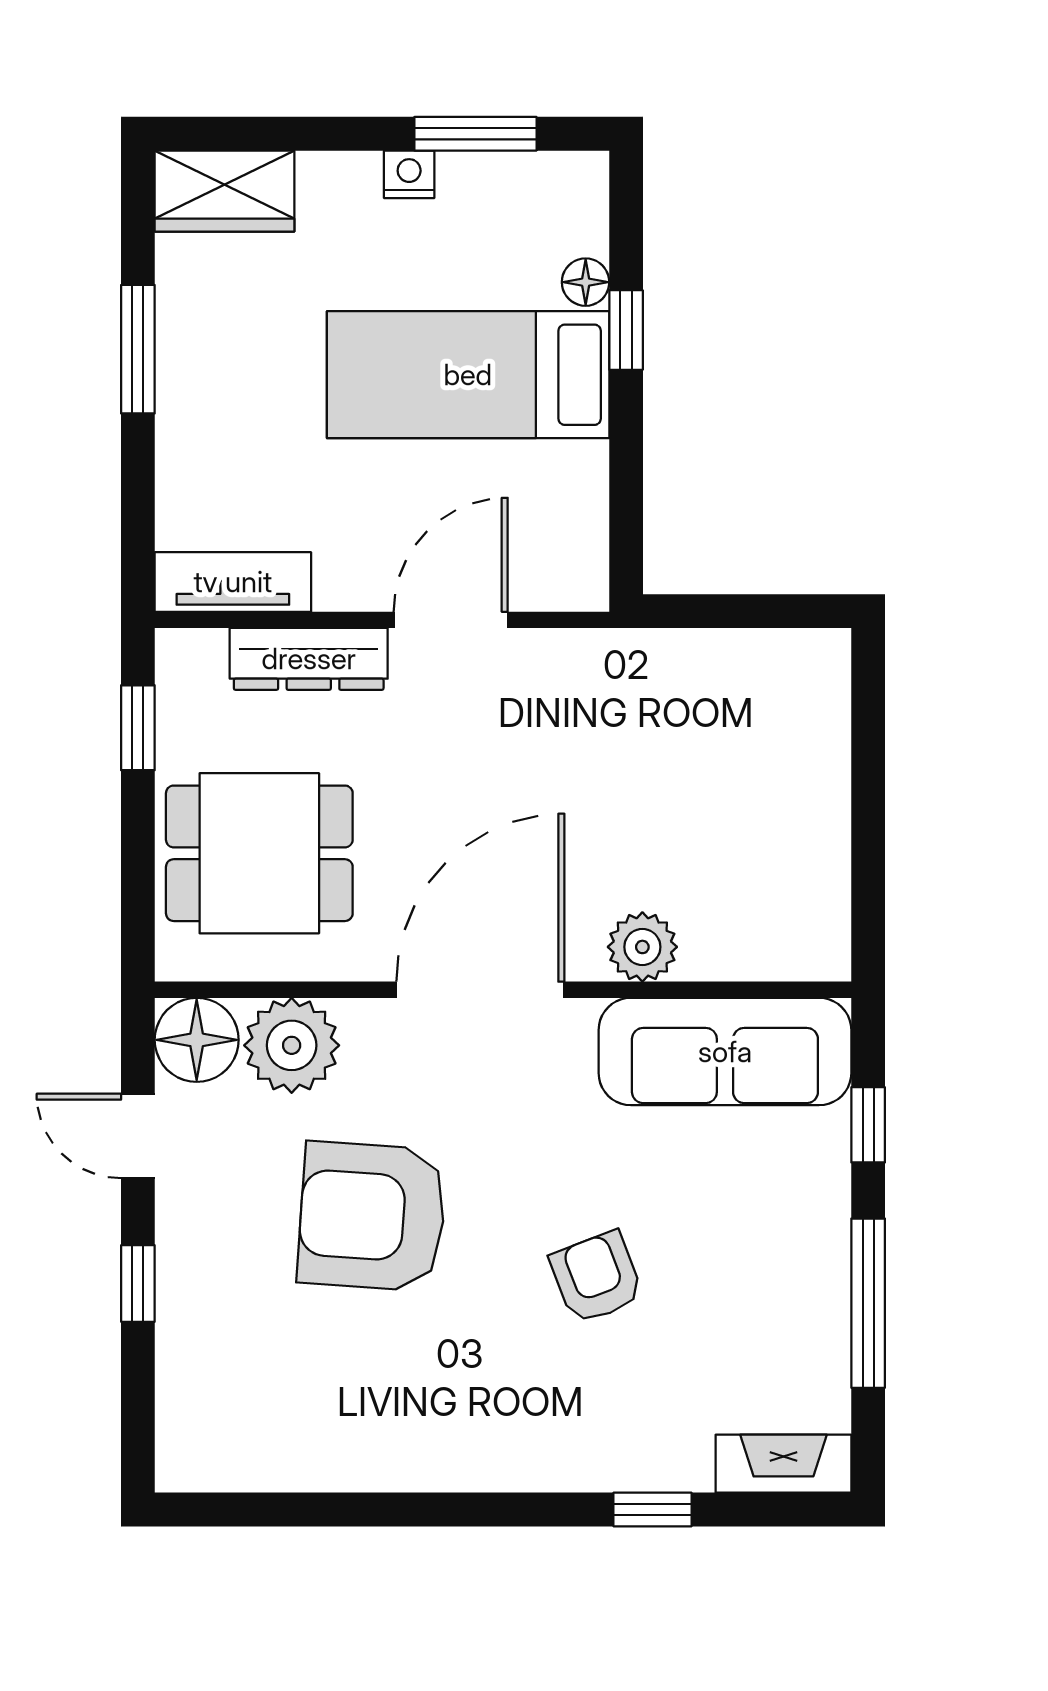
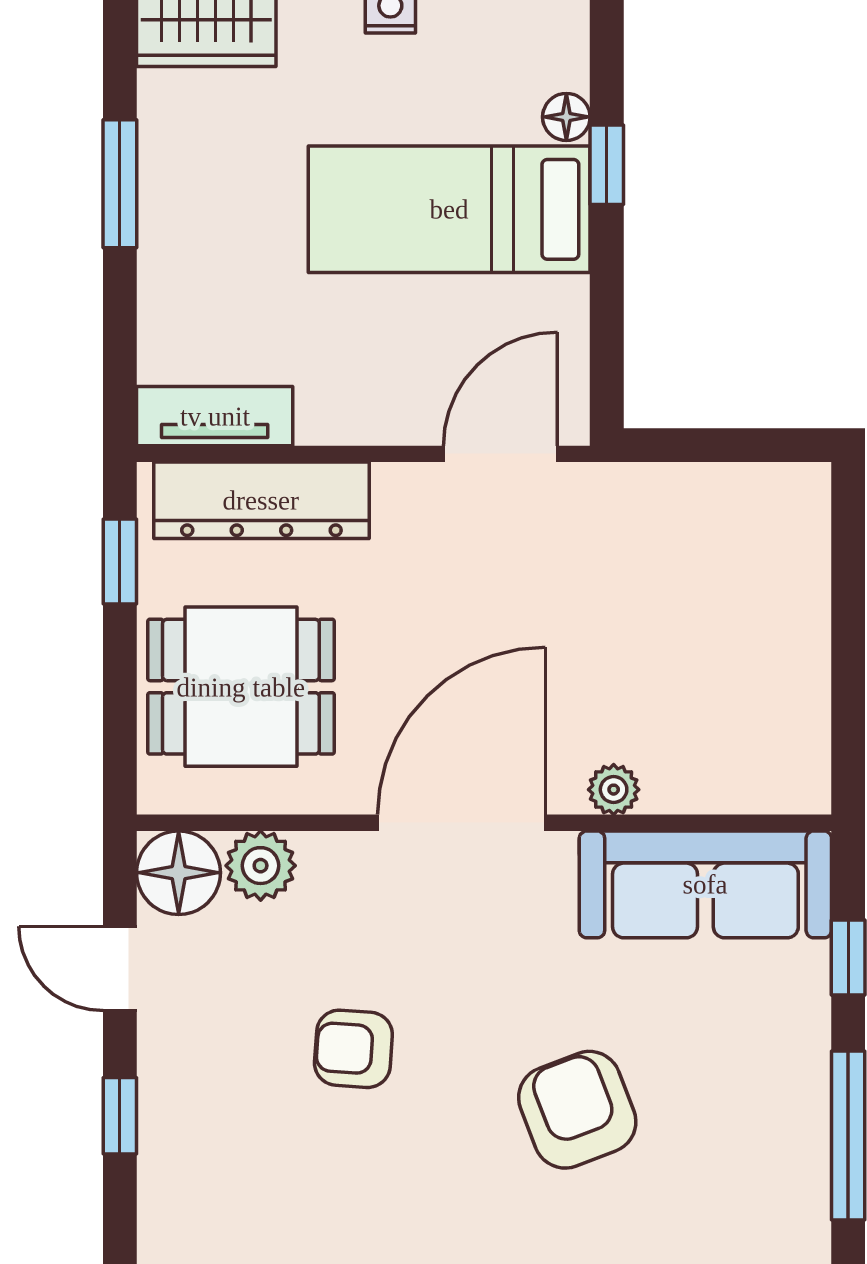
door: (451, 620) -> (500, 454), moved
dresser: (309, 659) -> (261, 500), width x1.37, depth x1.24
plant: (642, 947) -> (614, 790), width x0.73, depth x0.73
plant: (292, 1045) -> (261, 866), width x0.73, depth x0.73
armchair: (372, 1216) -> (353, 1049), width x0.53, depth x0.53
armchair: (596, 1277) -> (577, 1110), width x1.38, depth x1.38

